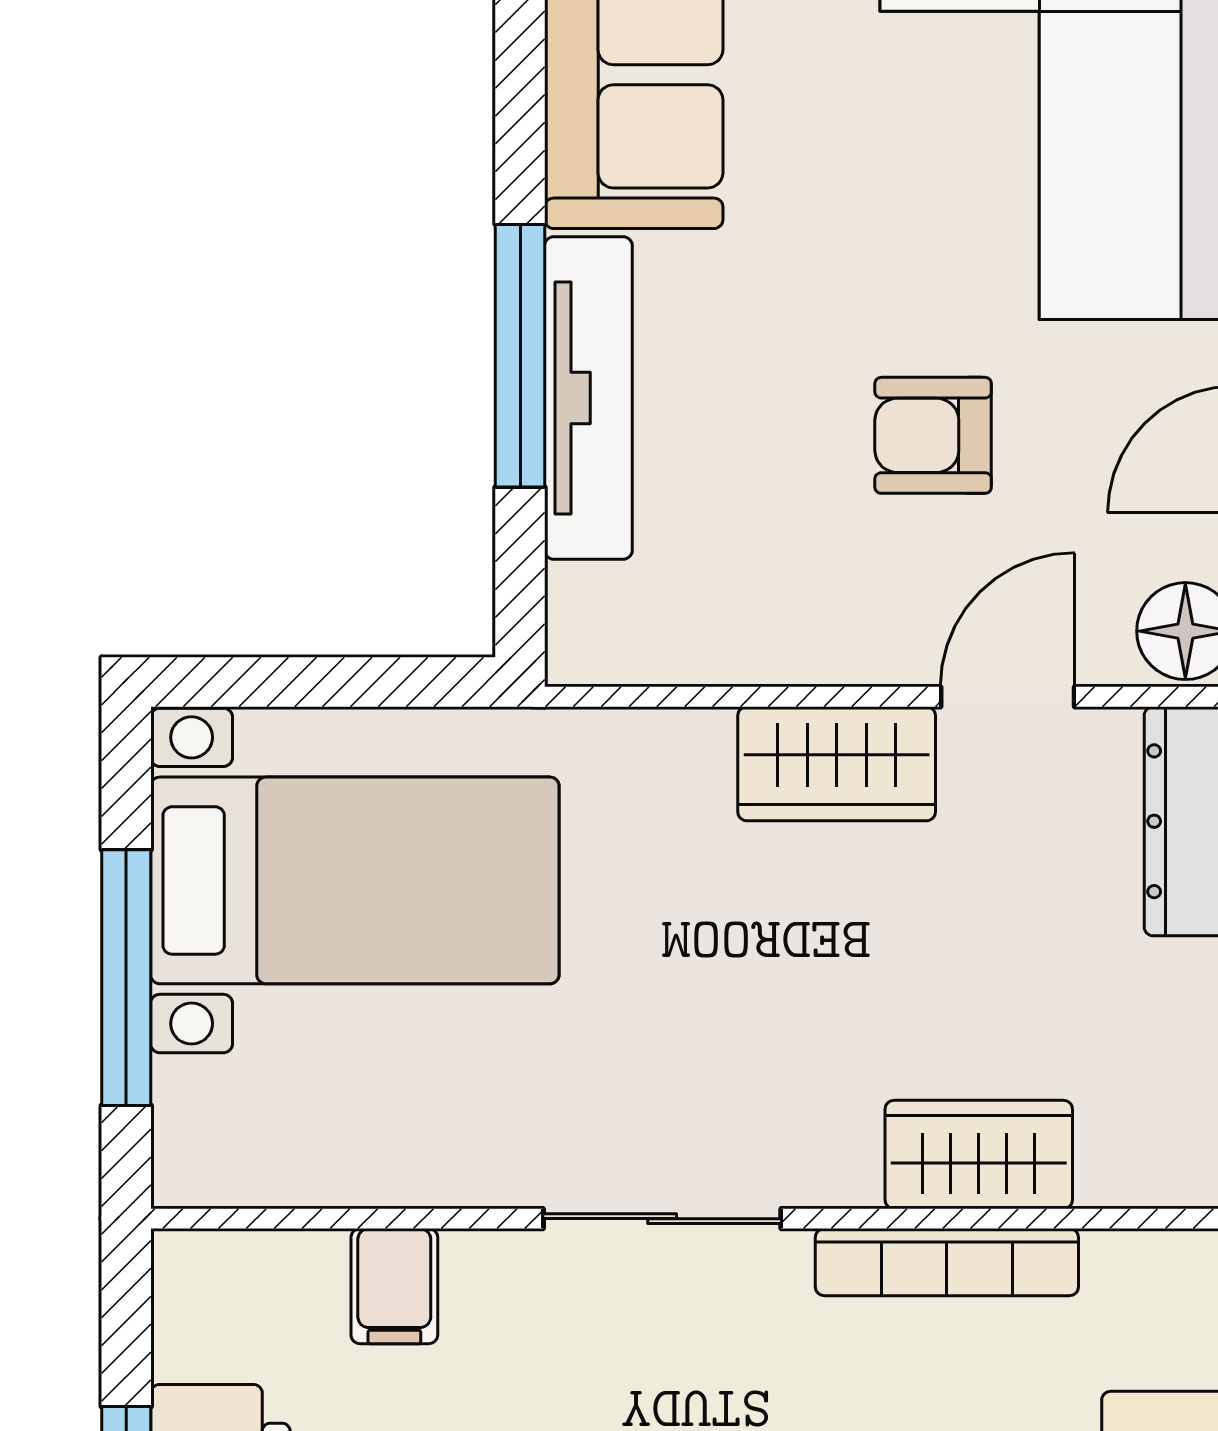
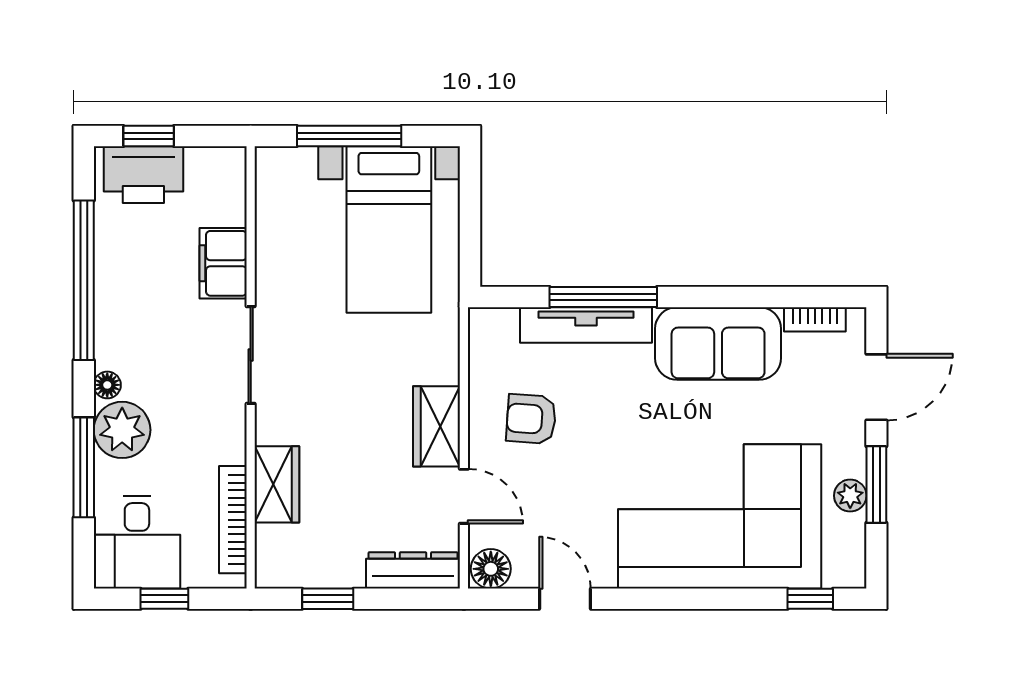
armchair: (933, 435) -> (531, 419), moved, turned -86
bookcase: (947, 1262) -> (233, 520), moved
filing cabinet: (394, 1286) -> (223, 263), width x2.00

